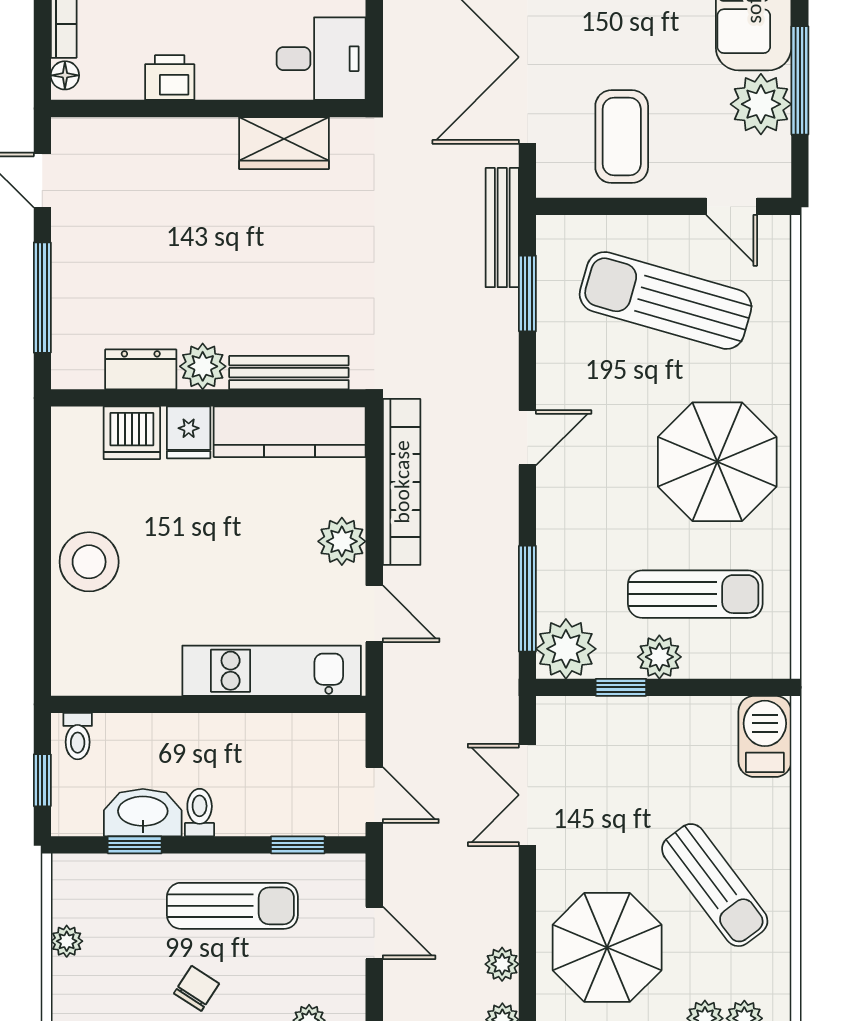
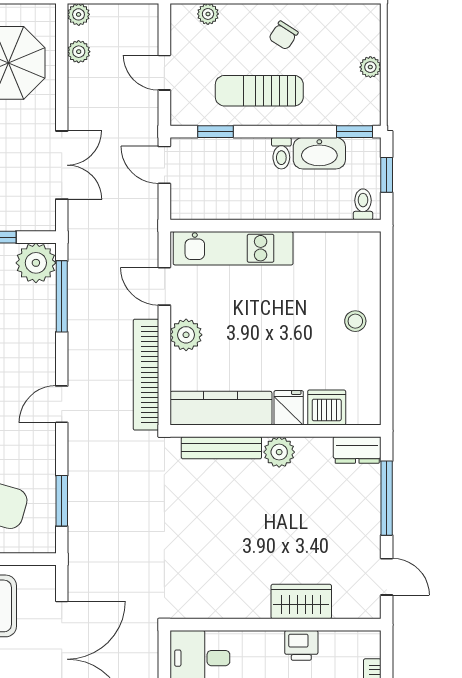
floor lamp: (65, 75) -> (371, 647), removed
wardrobe: (284, 143) -> (301, 602), moved
bench: (502, 228) -> (79, 545), removed
dresser: (141, 369) -> (357, 450), moved
stool: (89, 562) -> (355, 321), width x0.53, depth x0.53
window: (135, 845) -> (355, 132), moved

